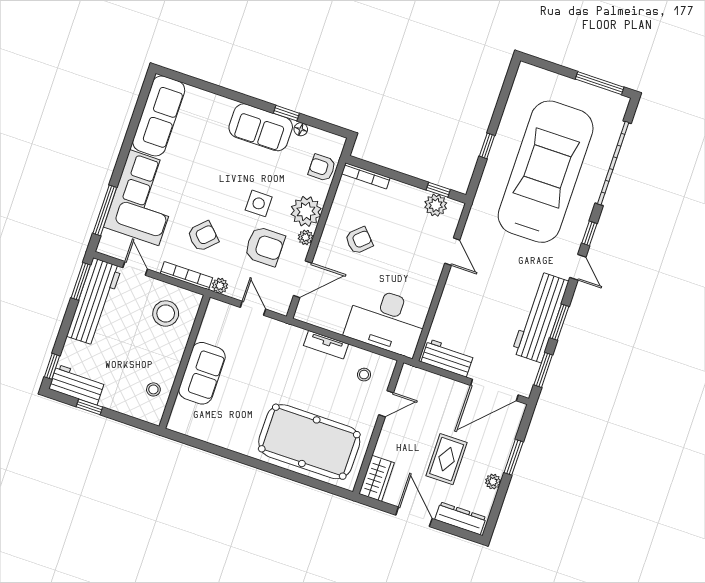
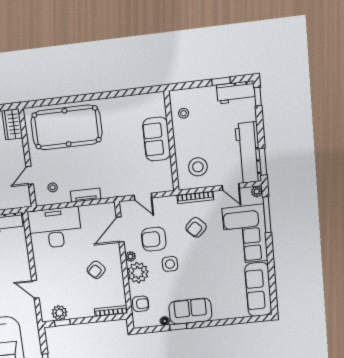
plant: (220, 286) -> (257, 192), moved

